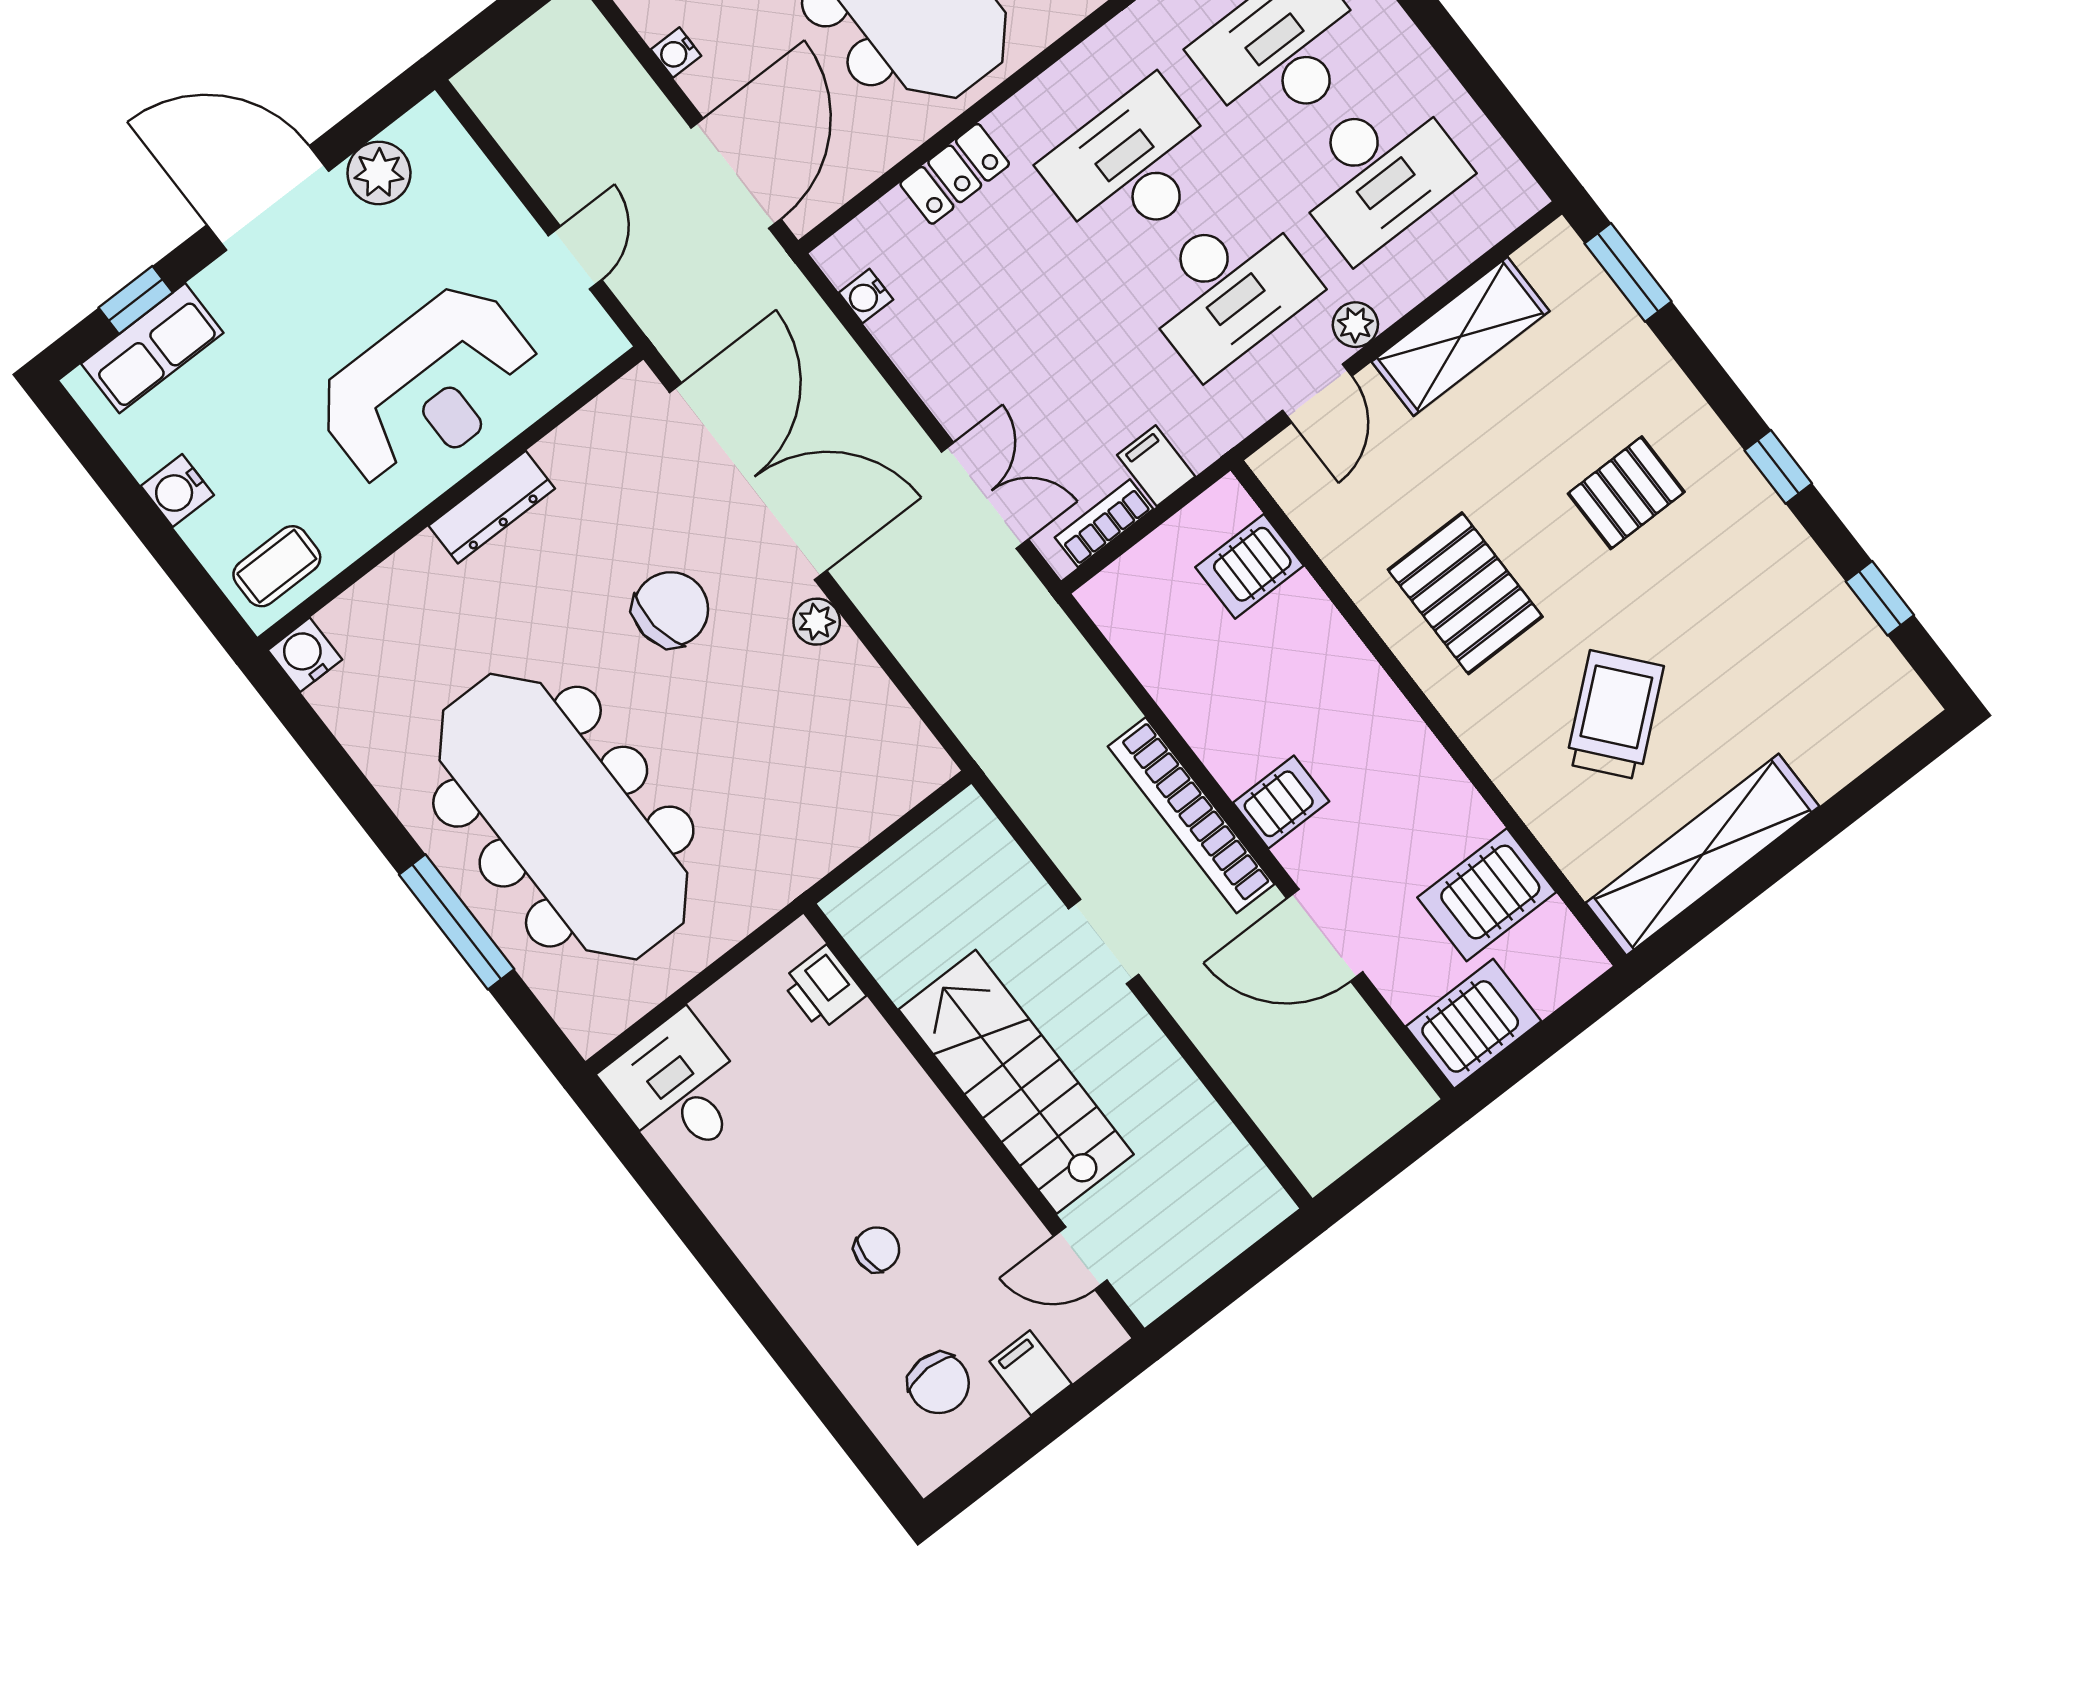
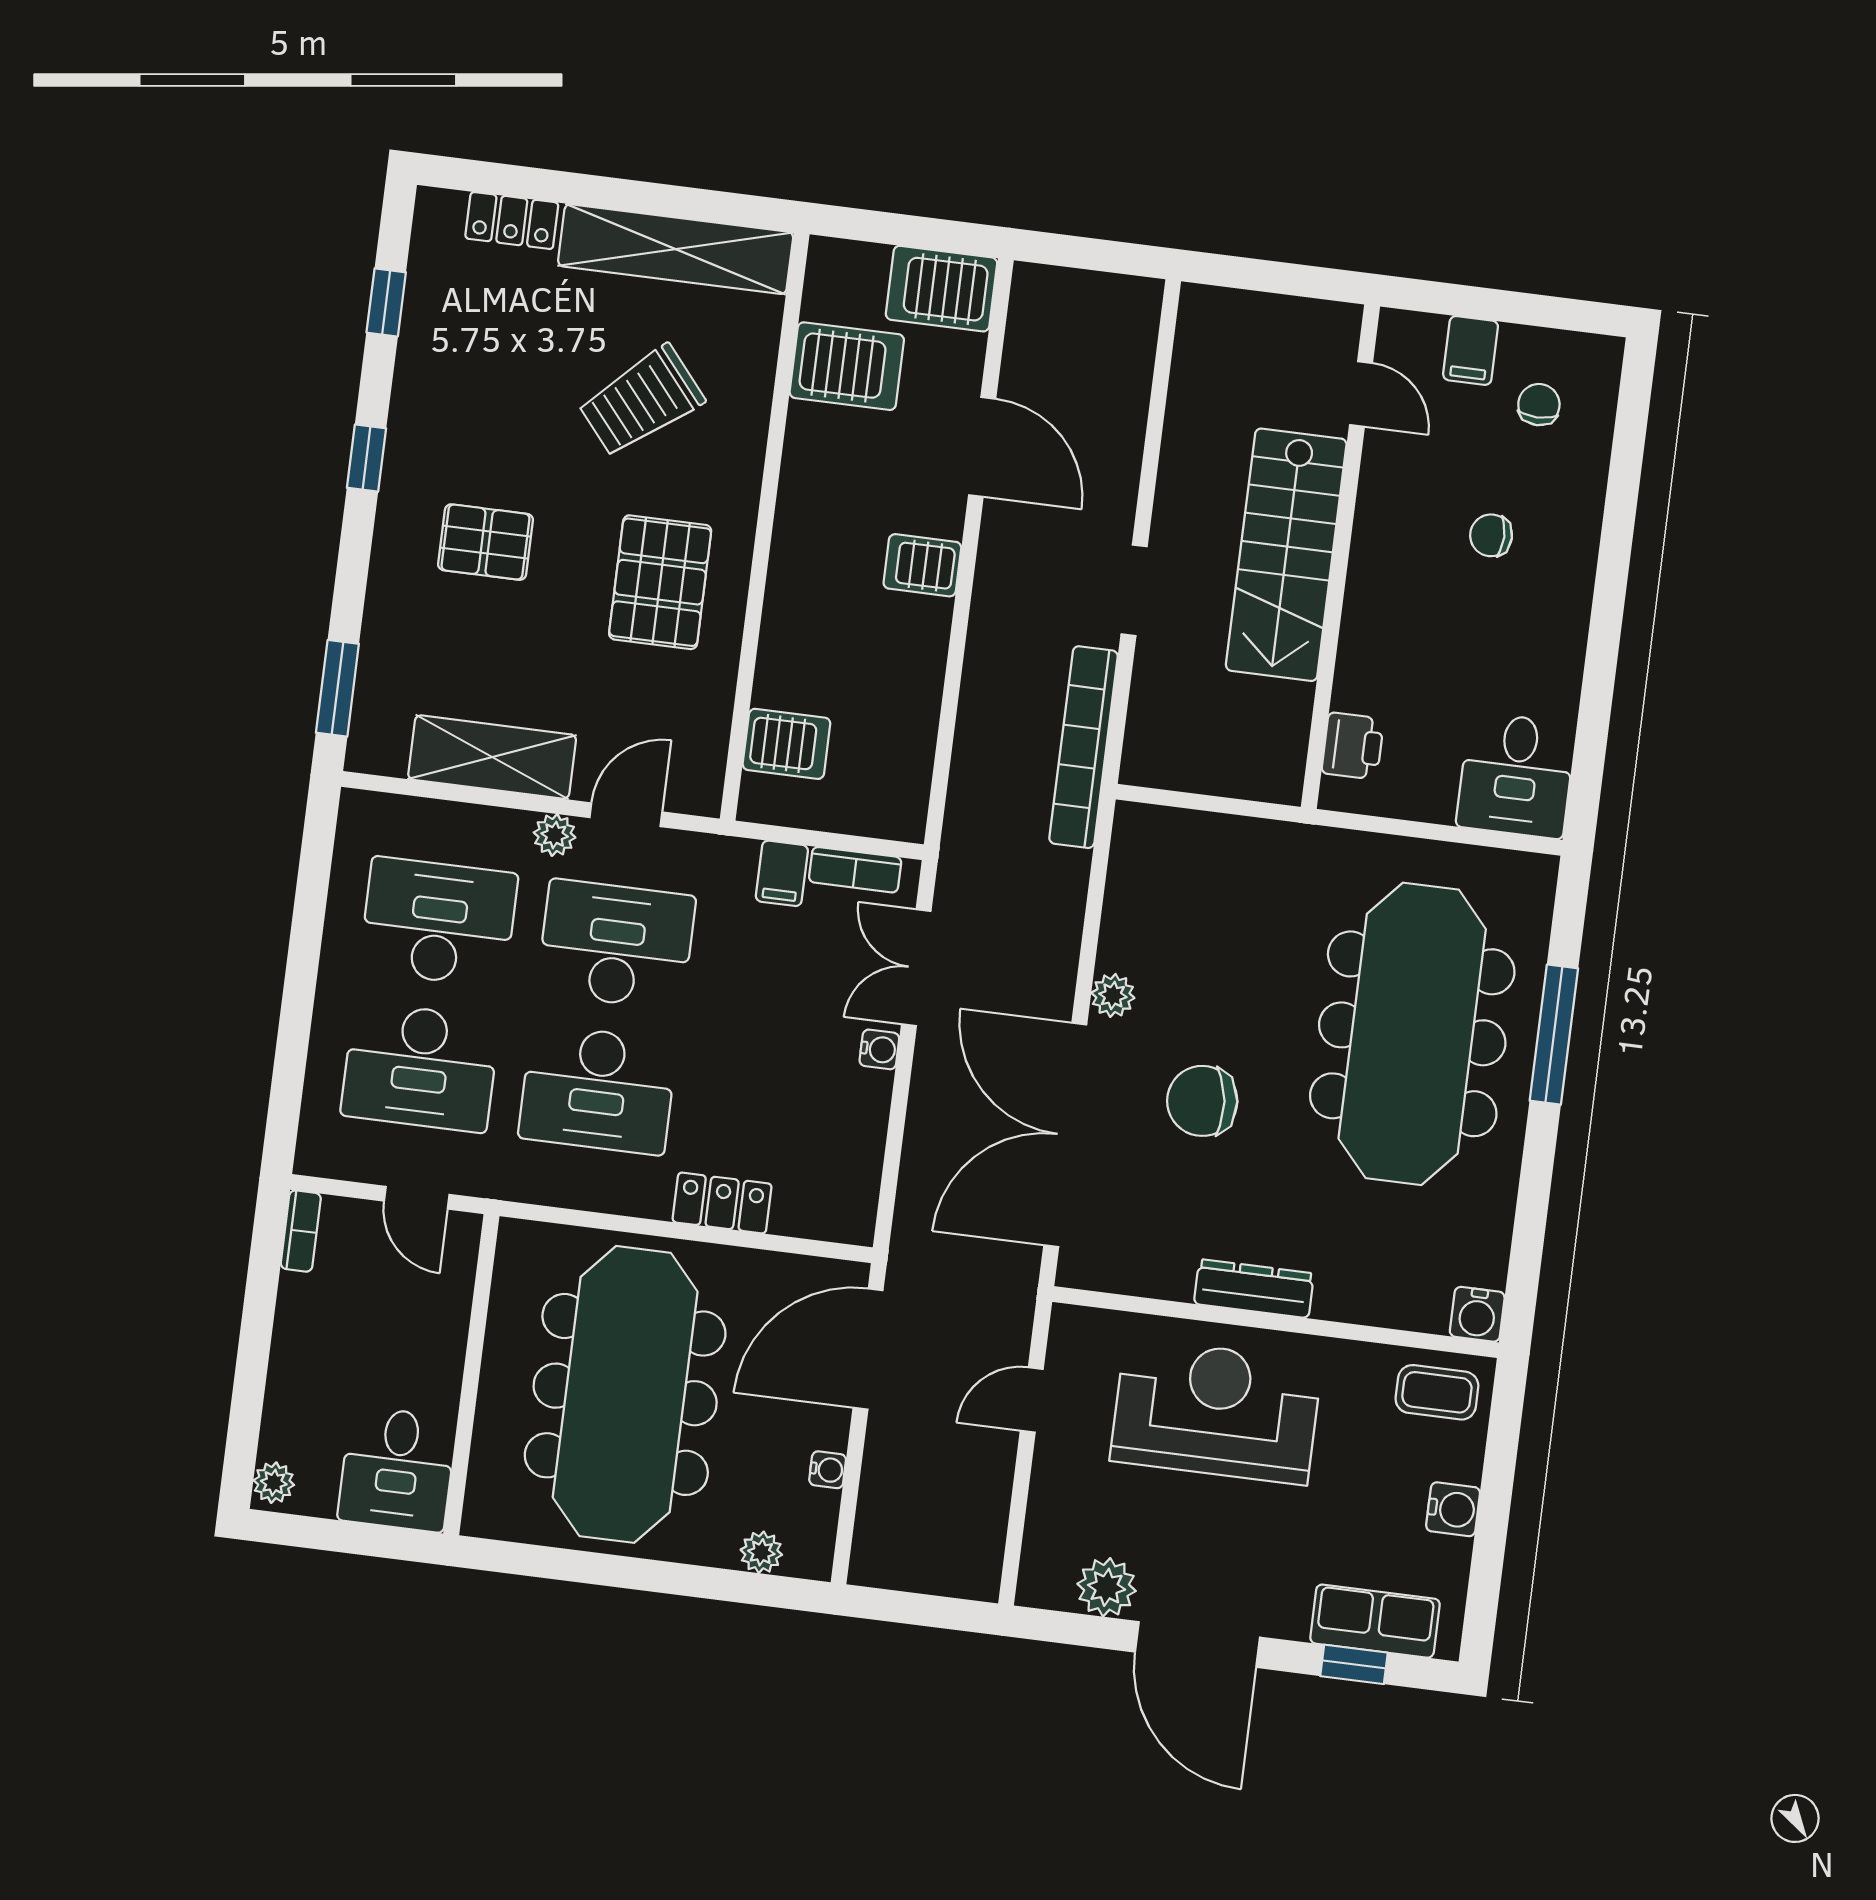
water cooler: (866, 296) -> (879, 1049), moved
locker: (1847, 754) -> (512, 221), added
bookcase: (1191, 815) -> (1084, 747), moved, turned 180
chair: (939, 1383) -> (1539, 405), width x0.73, depth x0.73

